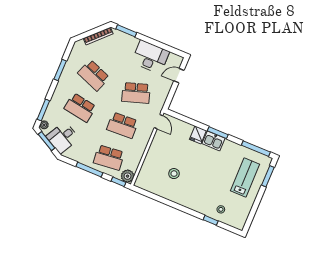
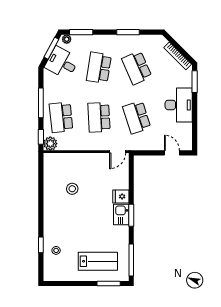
desk: (150, 57) -> (179, 105), moved
school desk: (94, 75) -> (137, 68), turned -45

